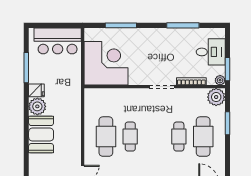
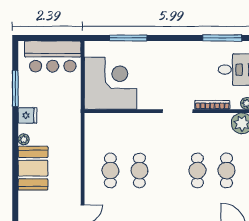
window: (183, 25) -> (222, 38), moved
plant: (37, 106) -> (24, 139), width x0.53, depth x0.53
cafe table: (106, 137) -> (110, 171), width x0.73, depth x0.74
cafe table: (203, 137) -> (226, 171), width x0.73, depth x0.74

